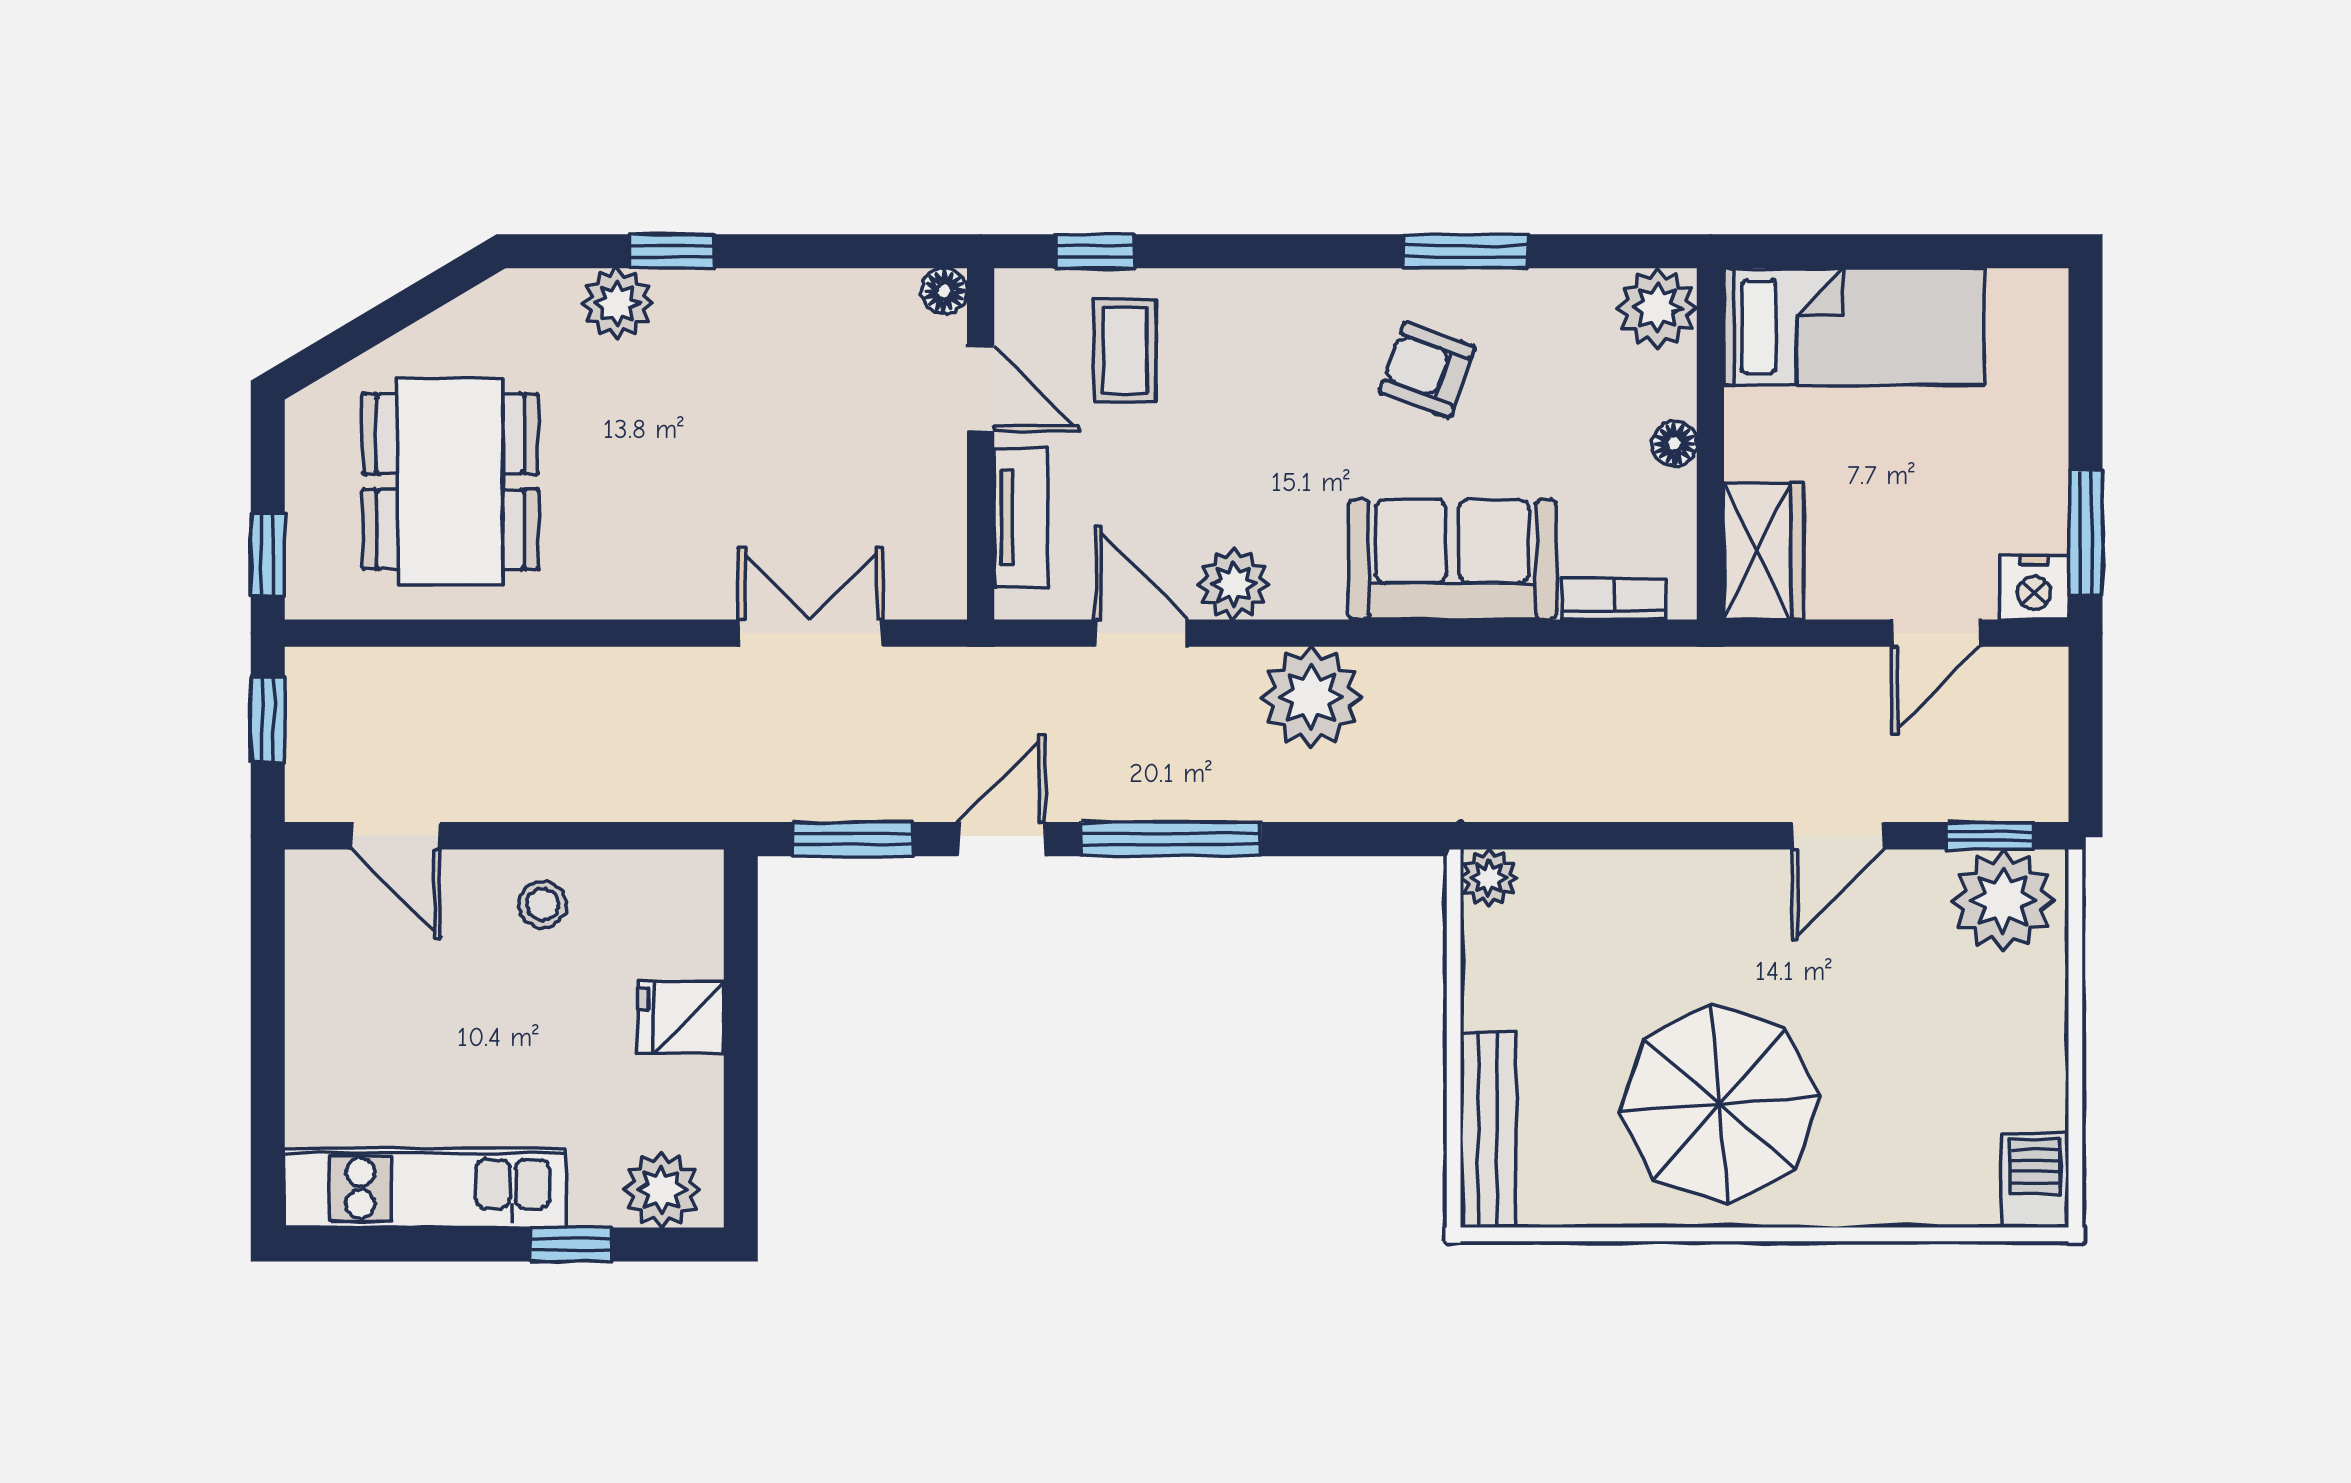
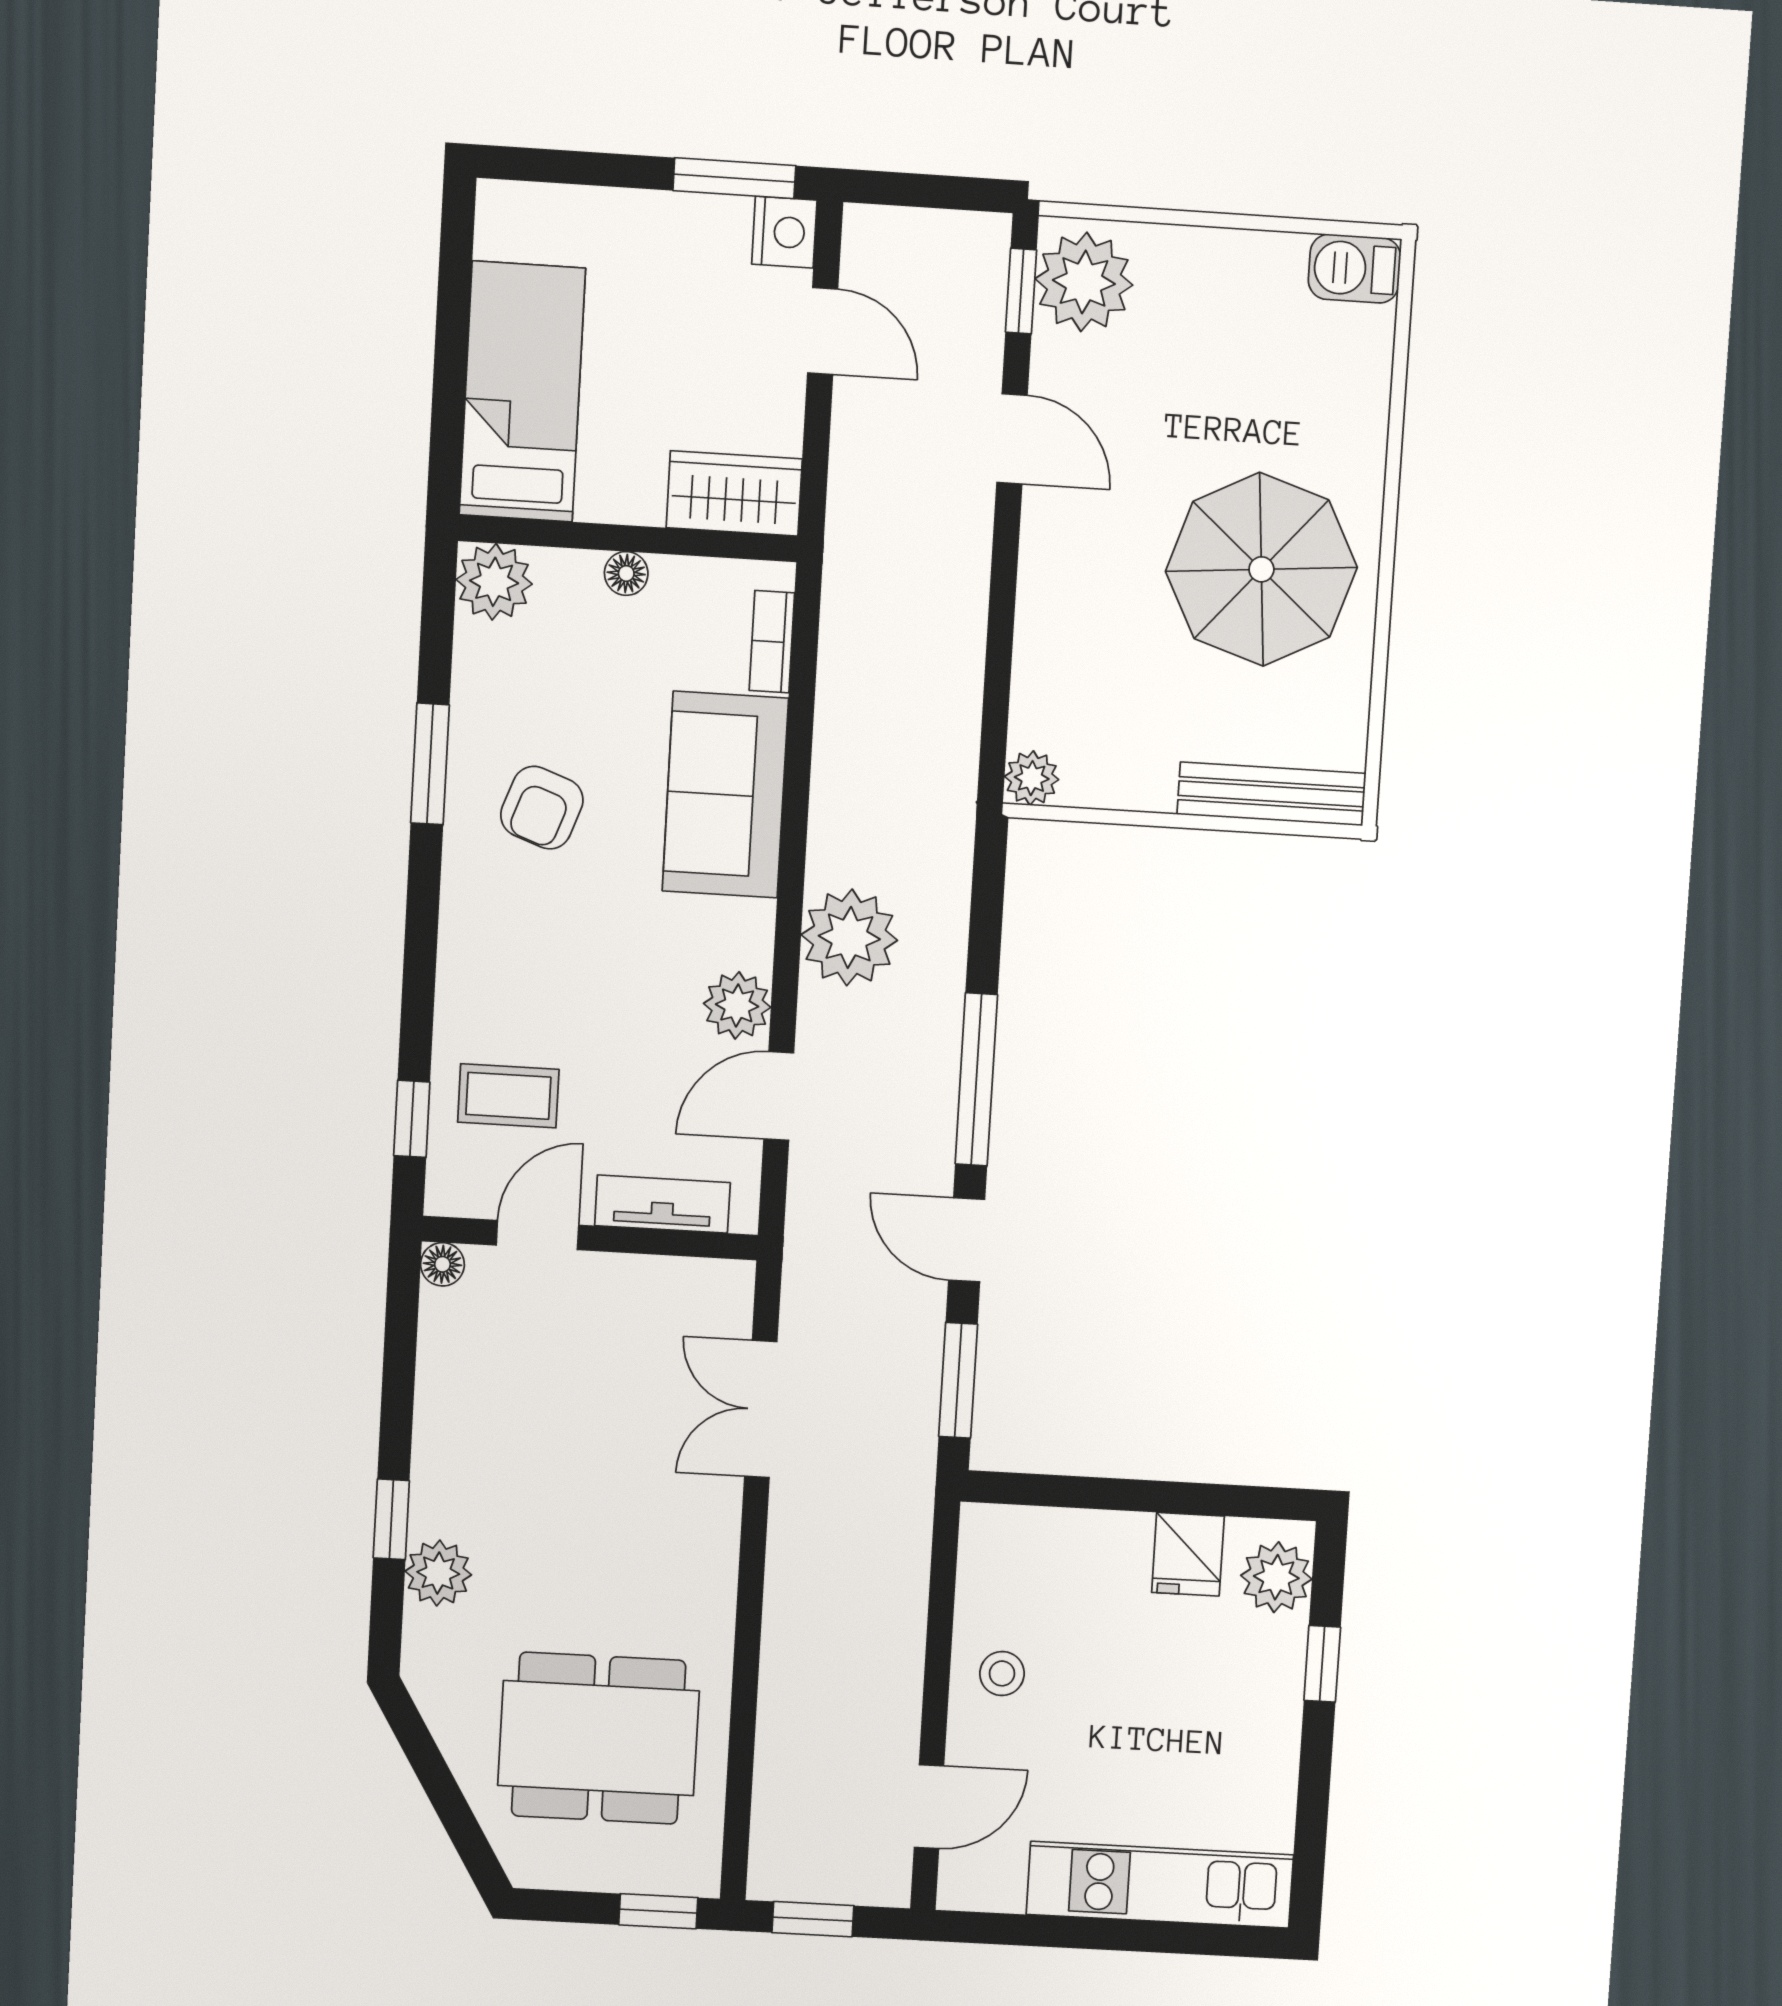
fridge: (681, 1018) -> (1188, 1554), moved
kitchen unit: (425, 1188) -> (1160, 1885), moved, turned 90

